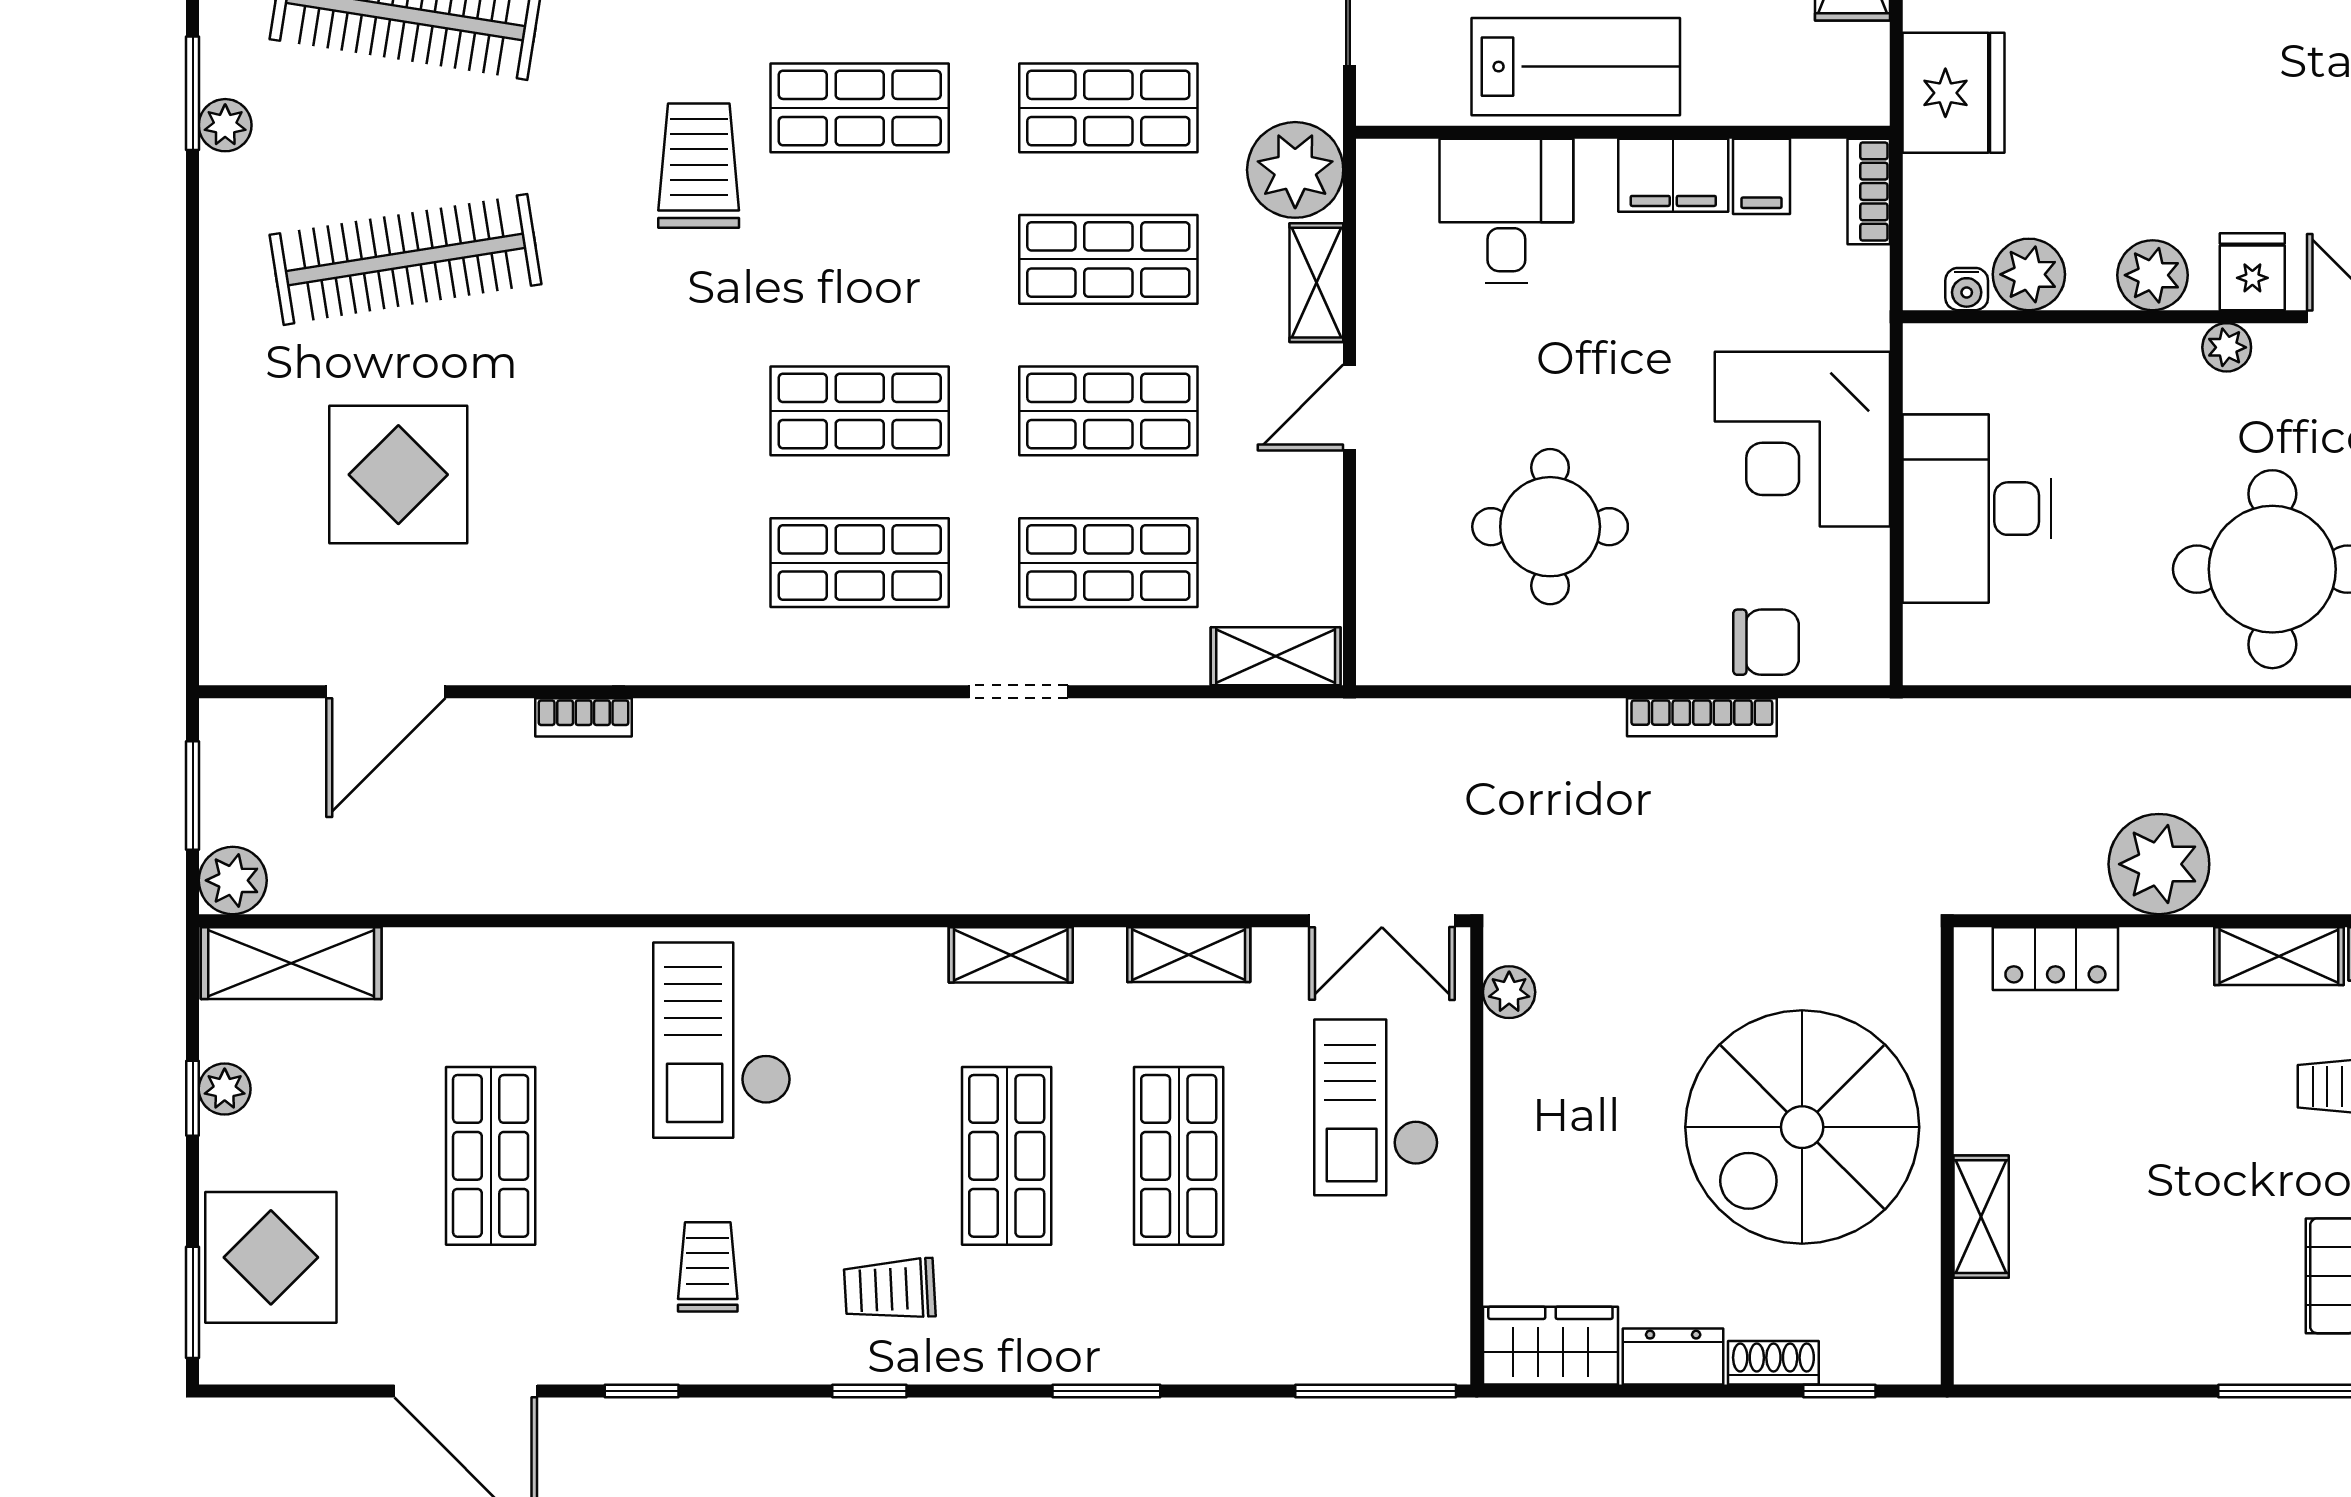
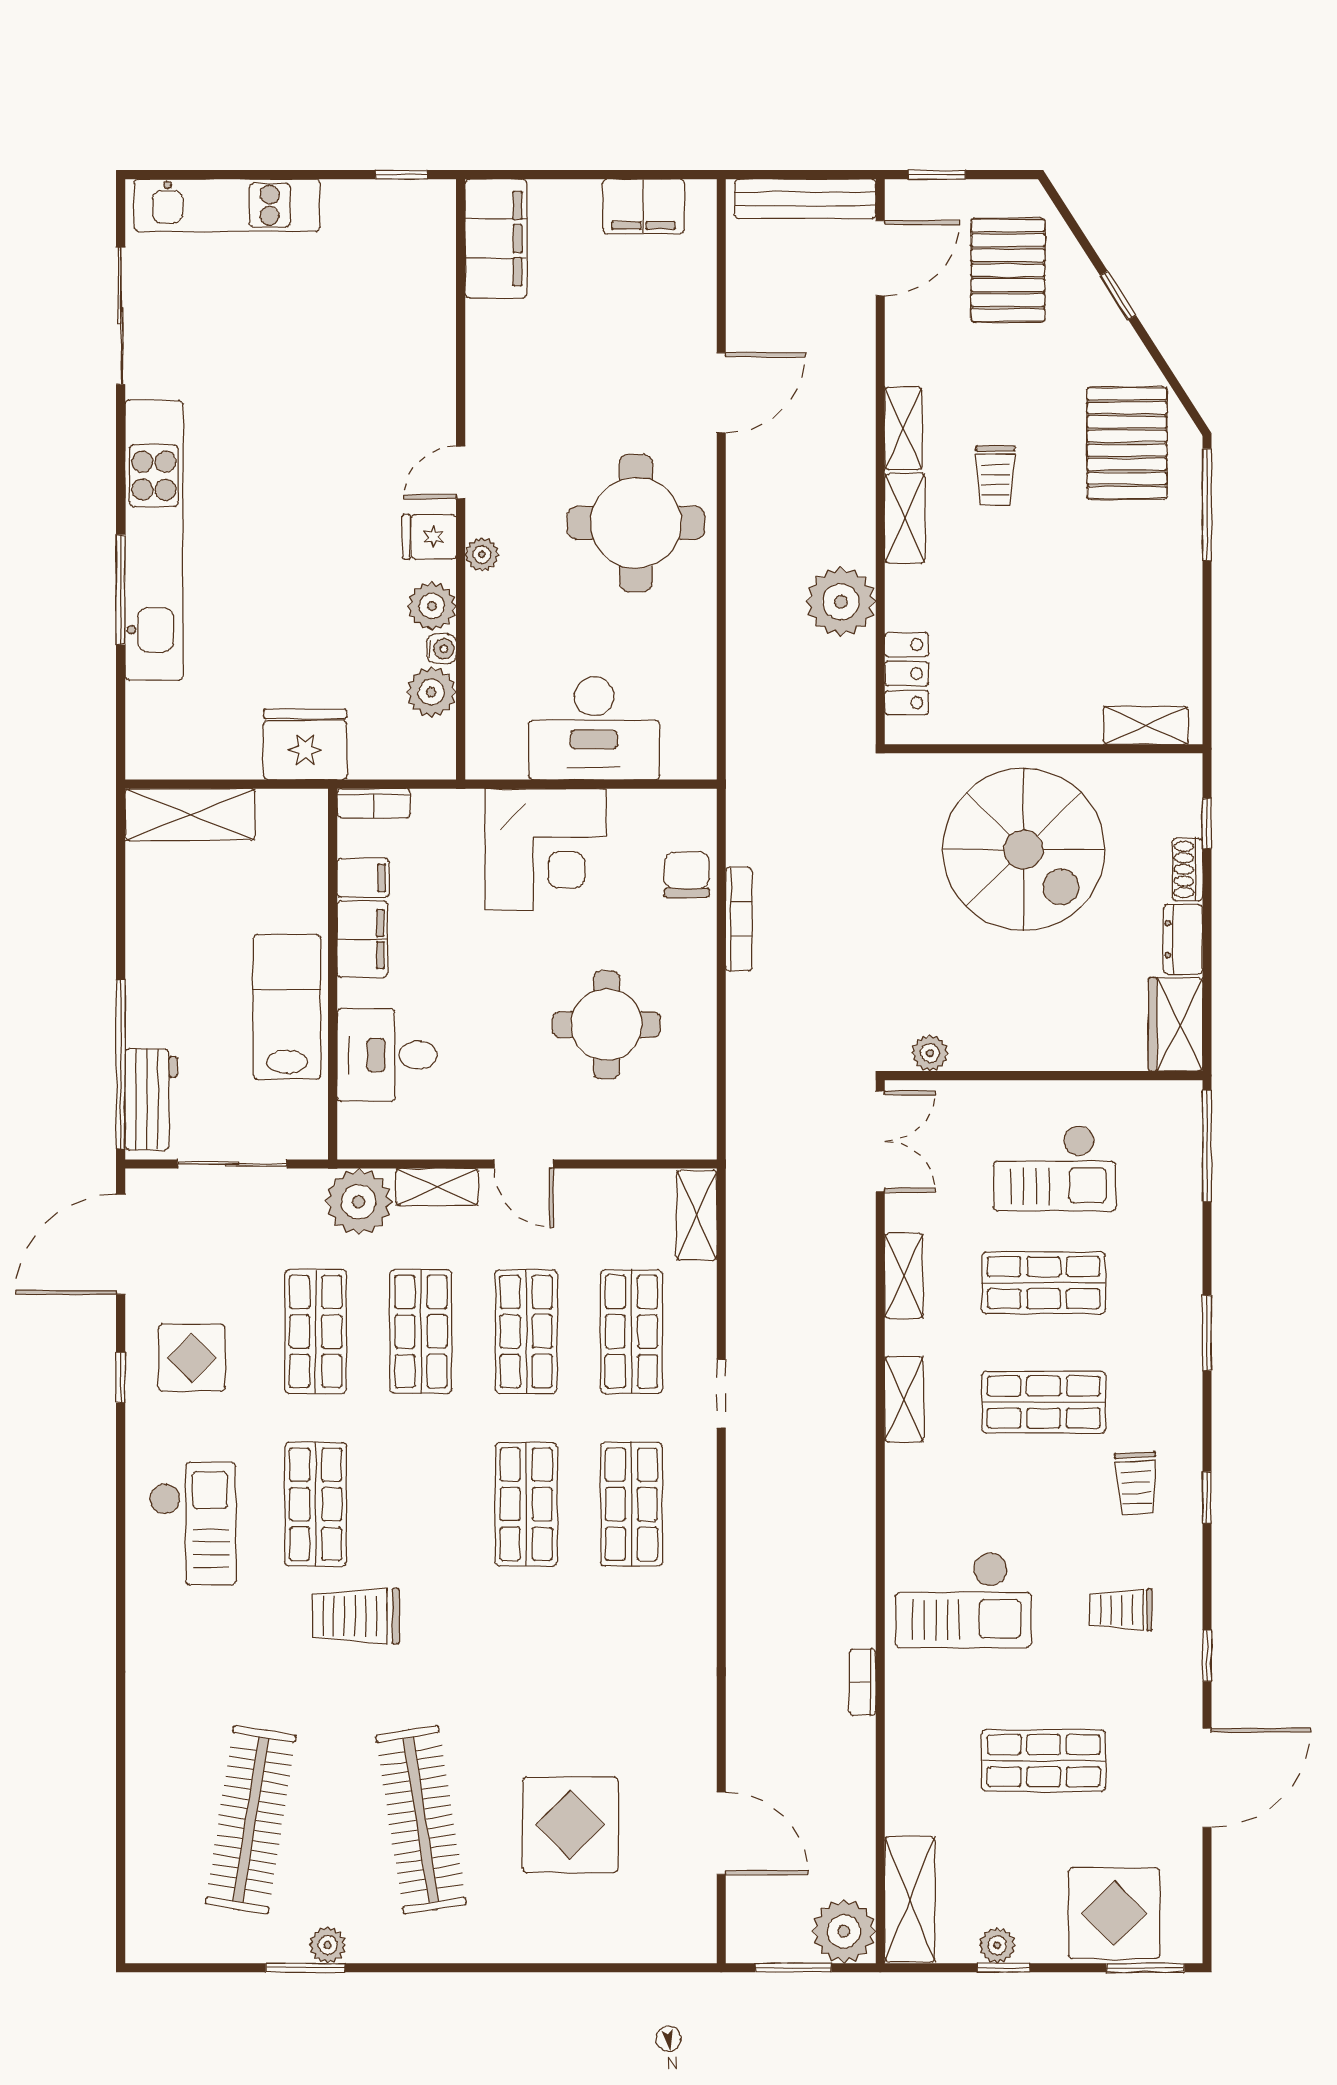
water cooler: (1967, 289) -> (441, 649), moved
bookcase: (584, 717) -> (862, 1682), moved, turned 180
plant: (233, 880) -> (844, 1931), width x1.36, depth x1.36
checkout: (1376, 1107) -> (1055, 1168), moved
shelving: (1981, 1217) -> (1146, 725), moved

